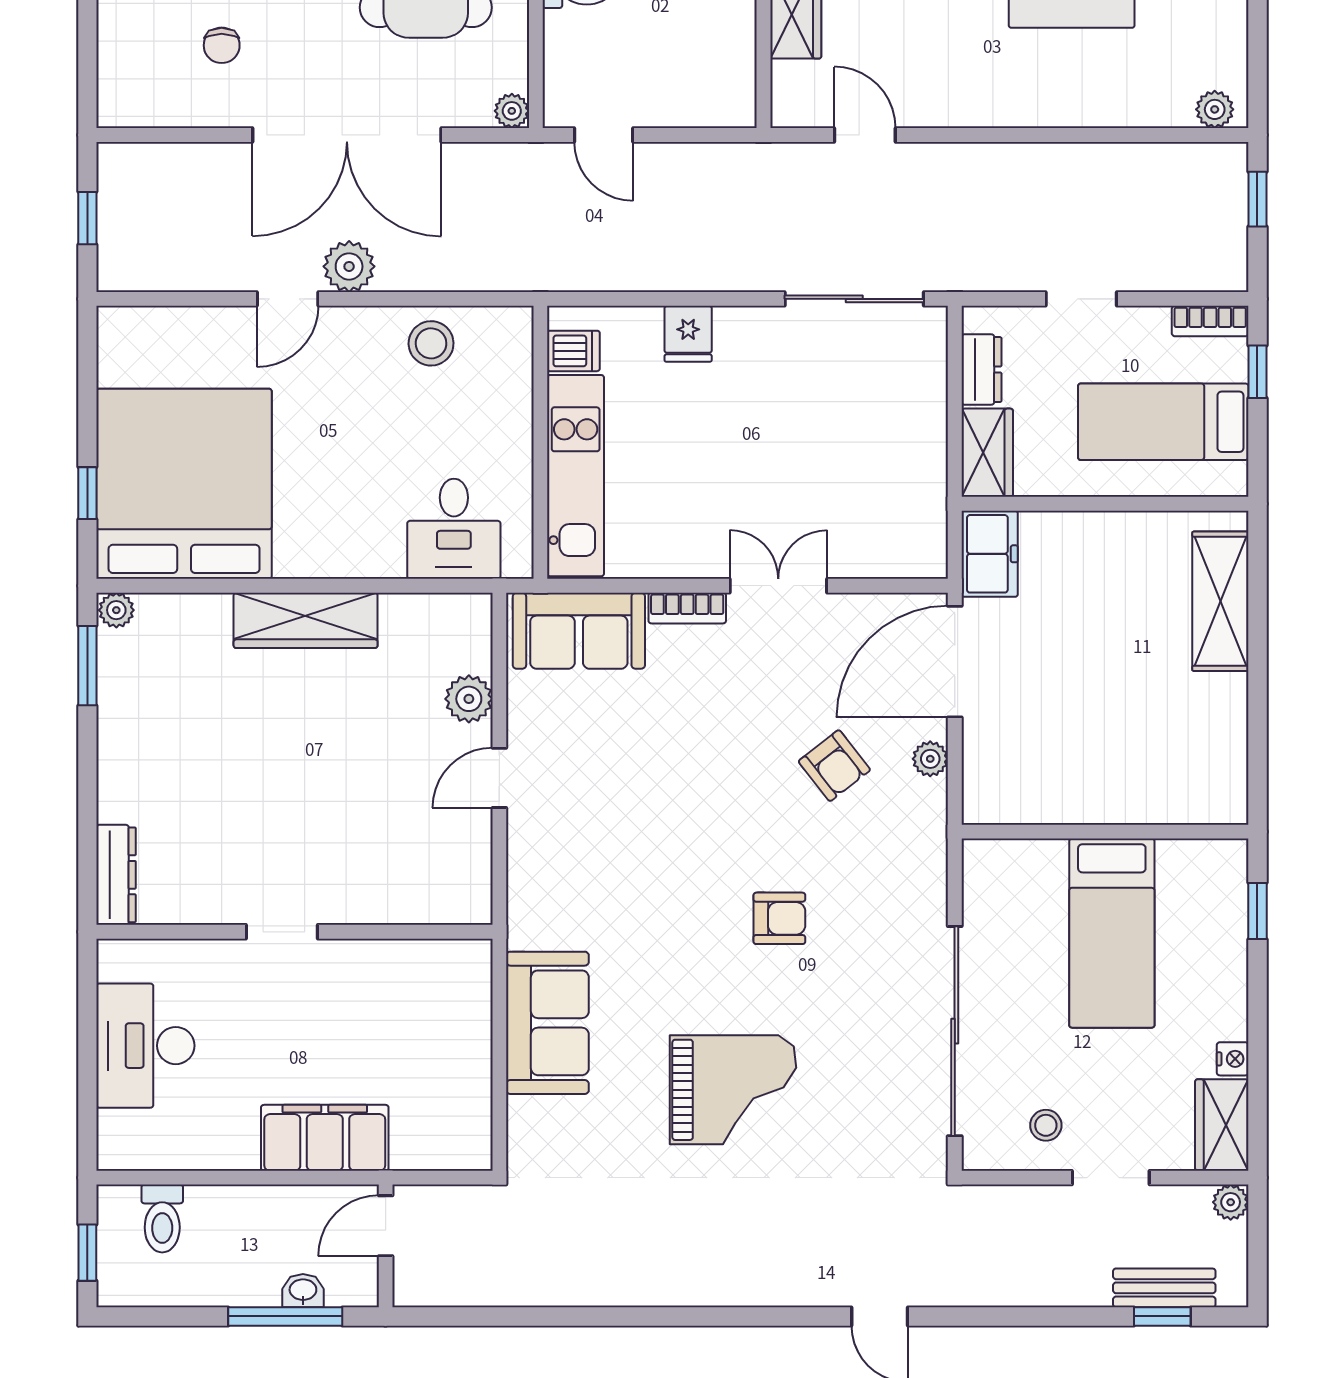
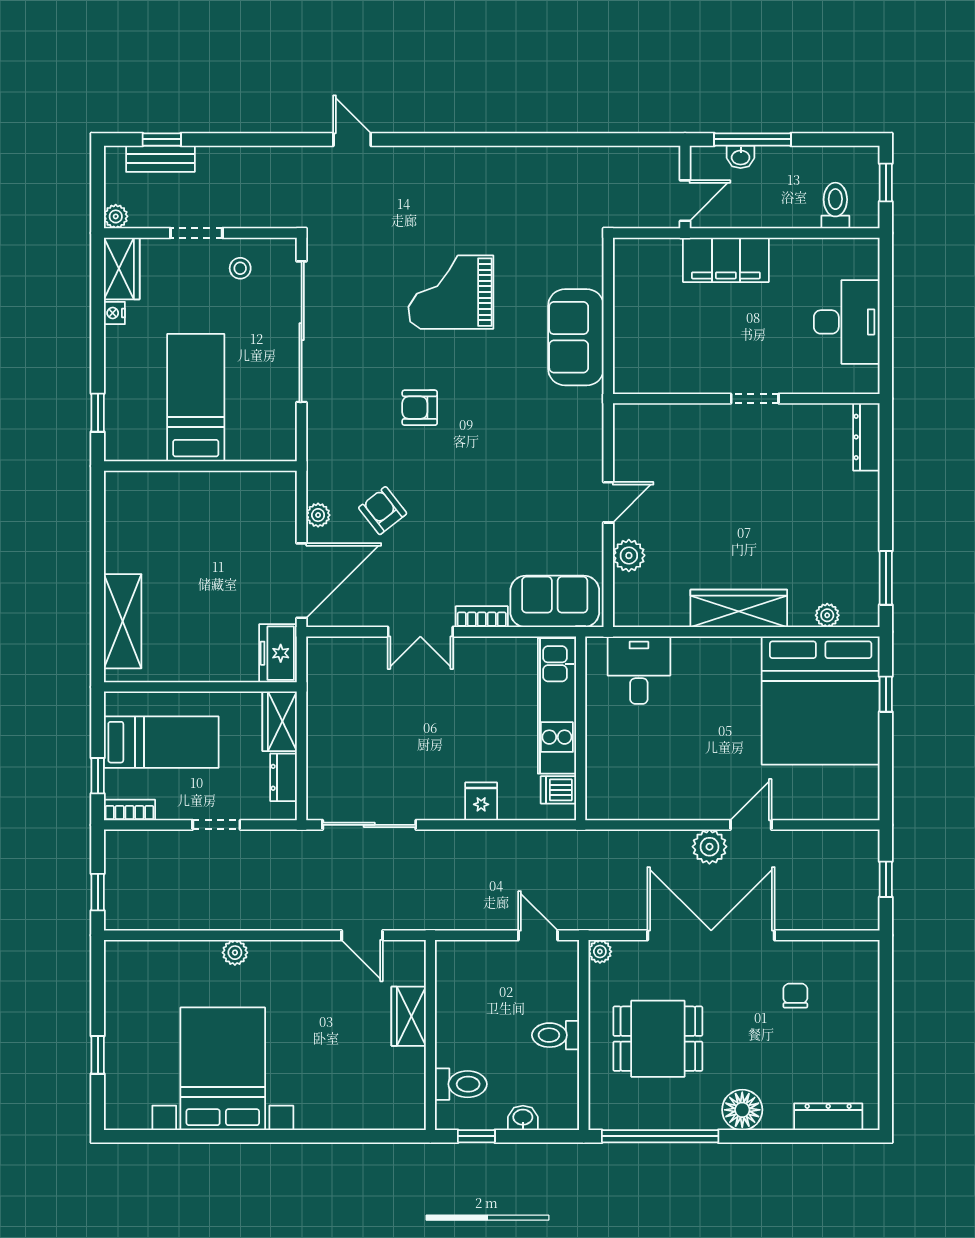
plant: (1215, 109) -> (235, 953), moved
stool: (431, 343) -> (654, 795), removed
plant: (116, 610) -> (827, 615), moved

